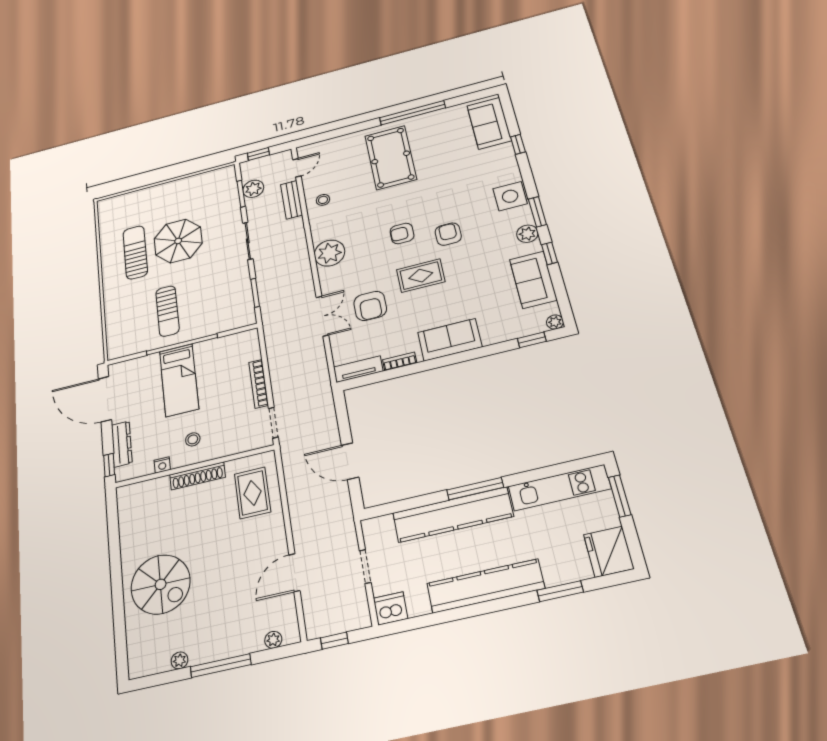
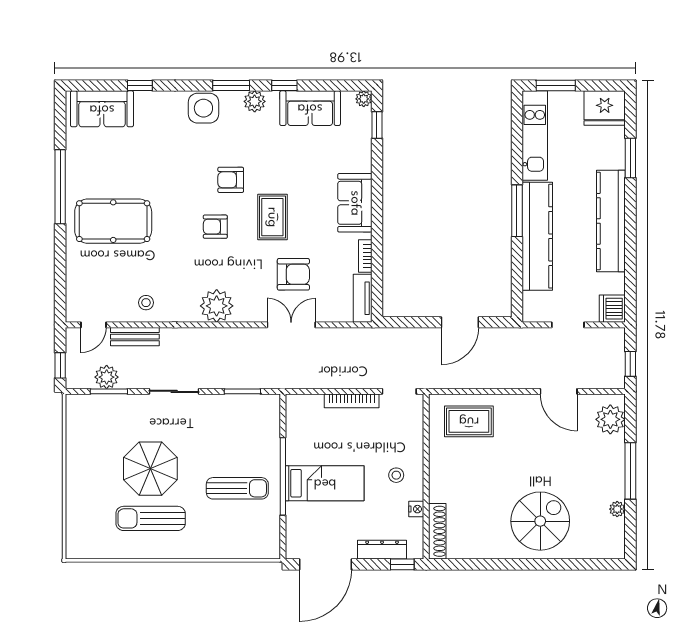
door: (297, 168) -> (93, 325), swing flipped
armchair: (402, 233) -> (215, 227), turned 90
shoe rack: (197, 476) -> (437, 531), moved
plant: (273, 640) -> (610, 419), width x1.88, depth x1.88

